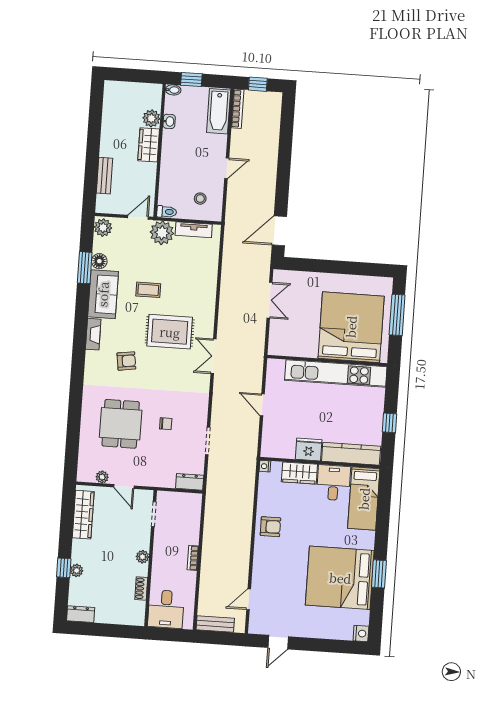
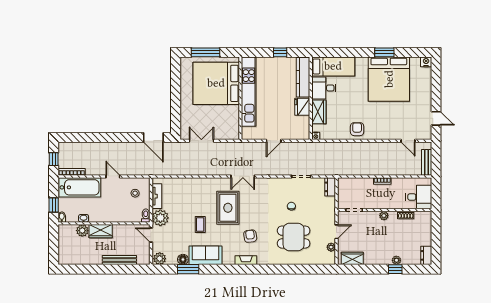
bathtub: (219, 111) -> (80, 187), width x1.36, depth x1.36
bench: (105, 176) -> (119, 260), width x1.36
fireplace: (93, 334) -> (246, 260), moved
wardrobe: (83, 515) -> (352, 258), width x0.67

